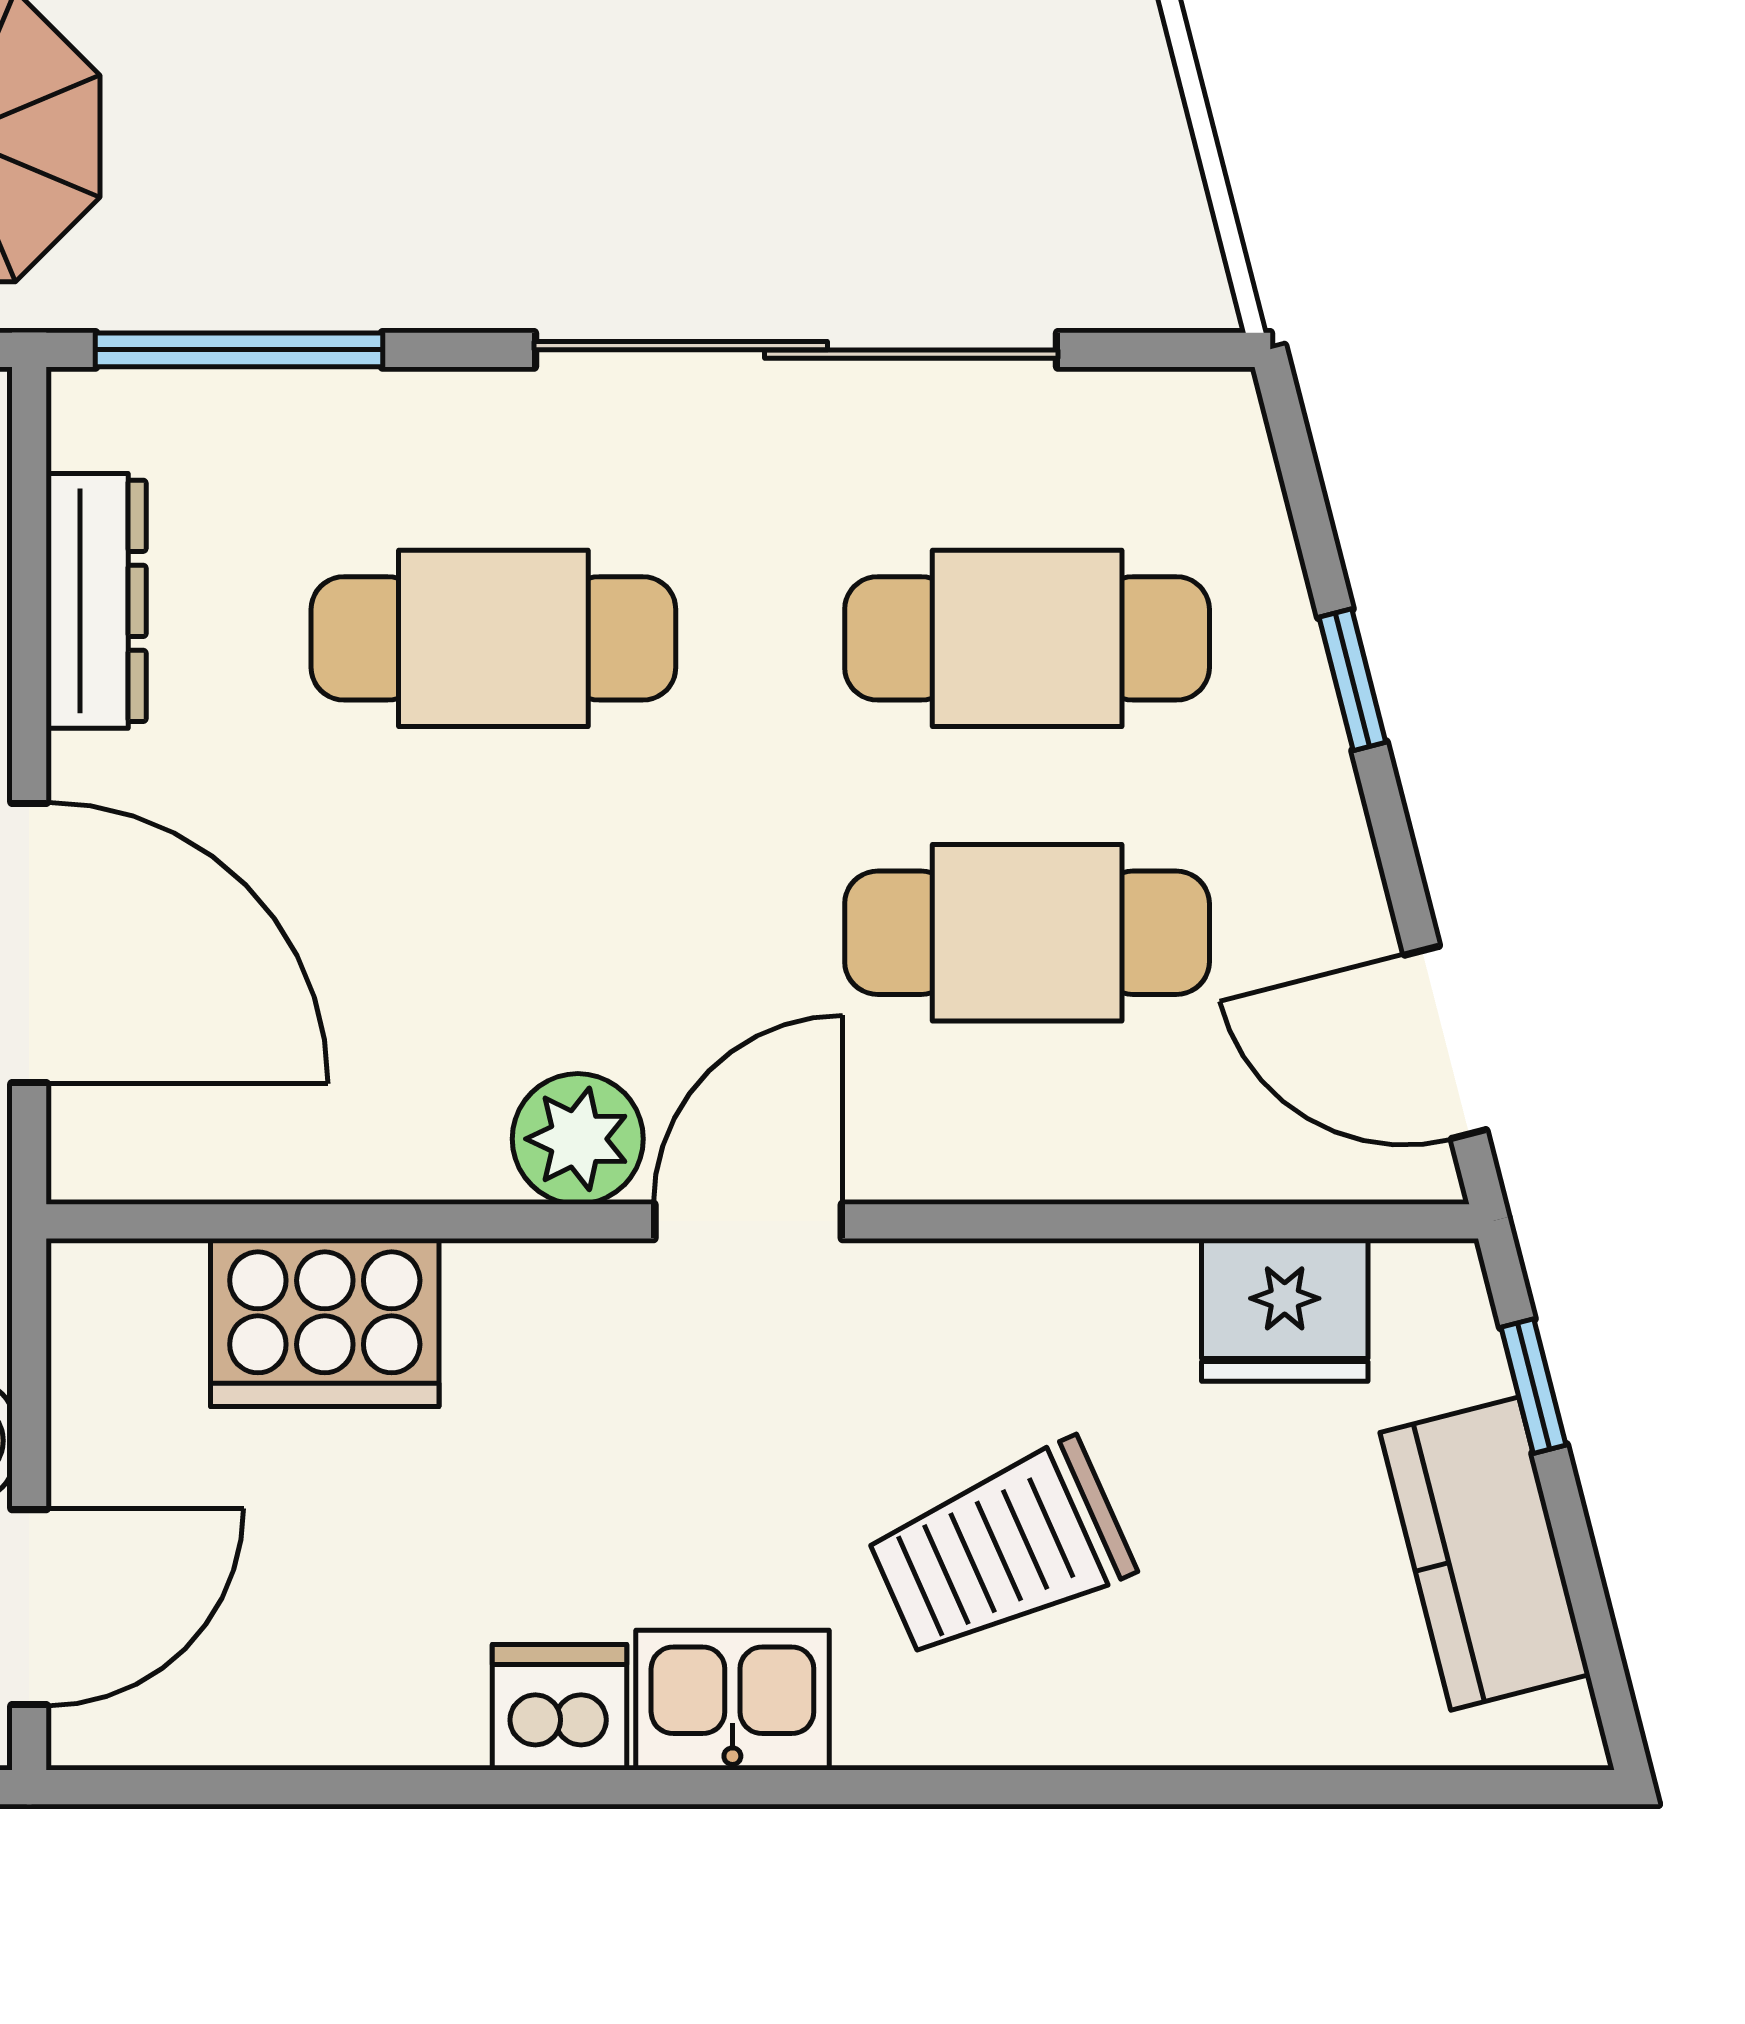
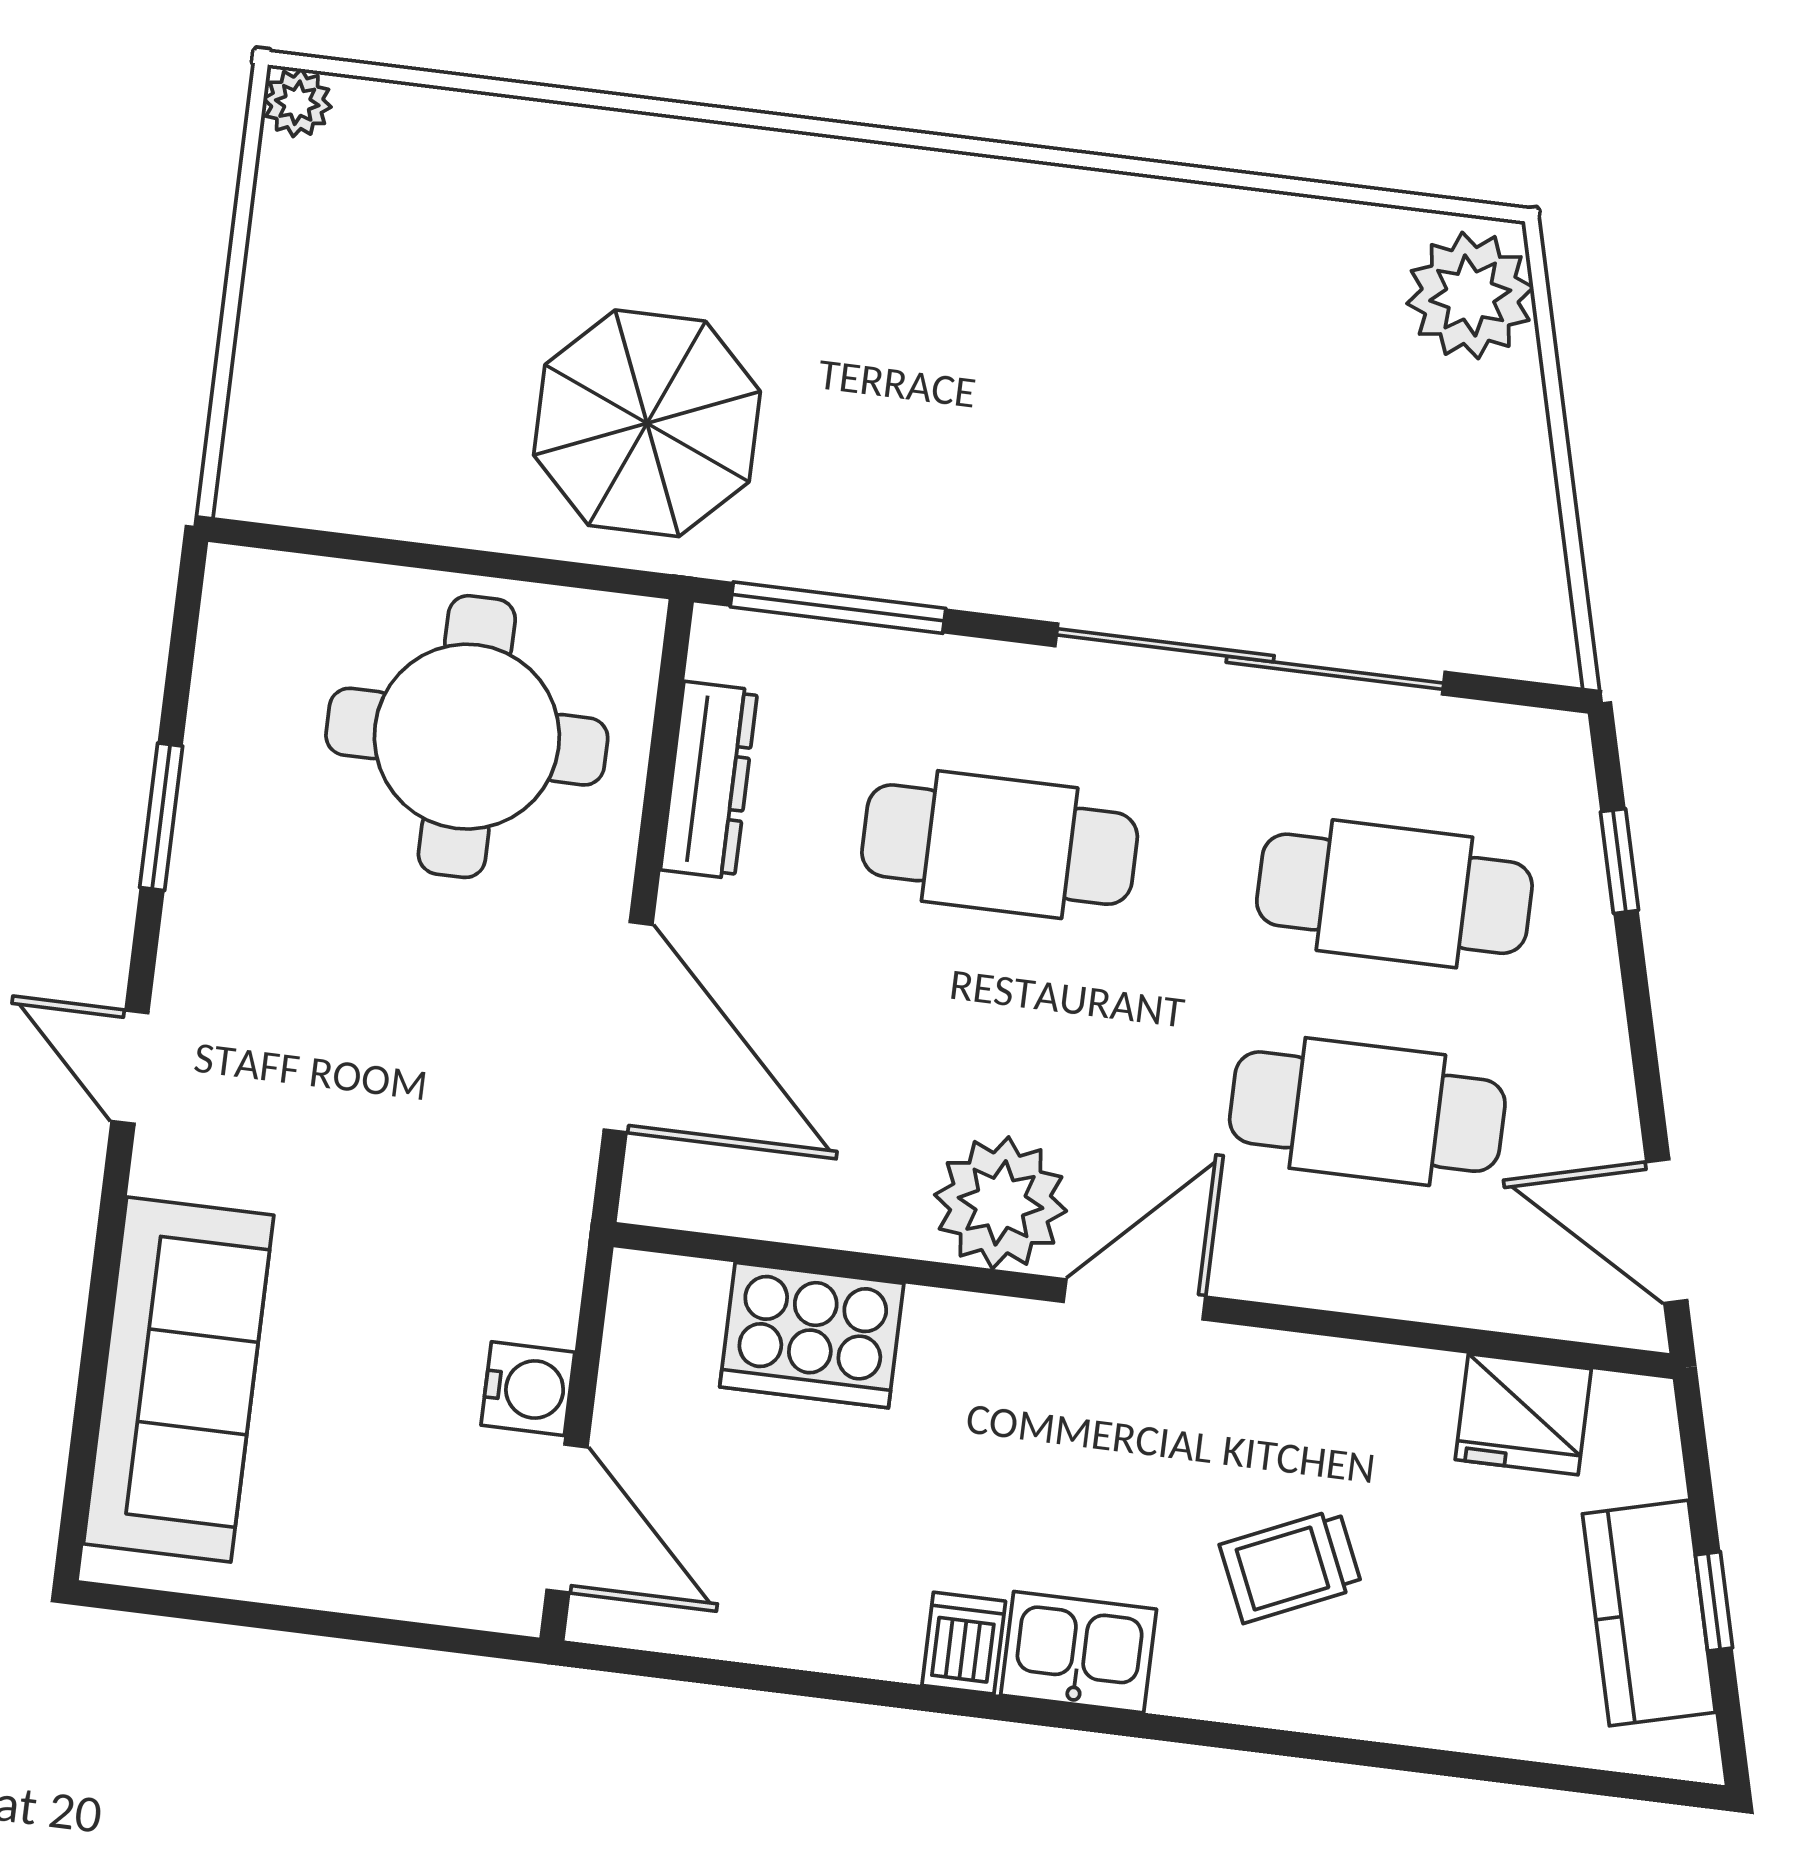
window: (1352, 680) -> (1619, 861), moved
plant: (578, 1139) -> (1001, 1203), width x1.36, depth x1.36
window: (1533, 1386) -> (1714, 1601), moved
trolley: (1001, 1550) -> (1291, 1566), width x0.73, depth x0.72
door: (29, 1607) -> (567, 1519), hinge flipped
dishwasher: (559, 1707) -> (964, 1643), width x0.73

